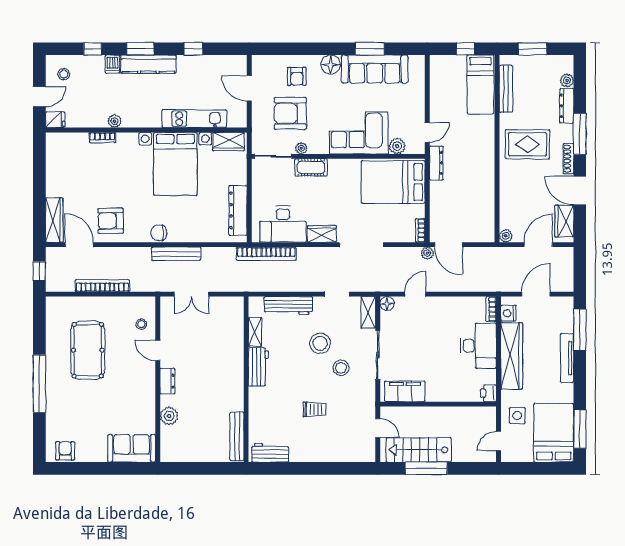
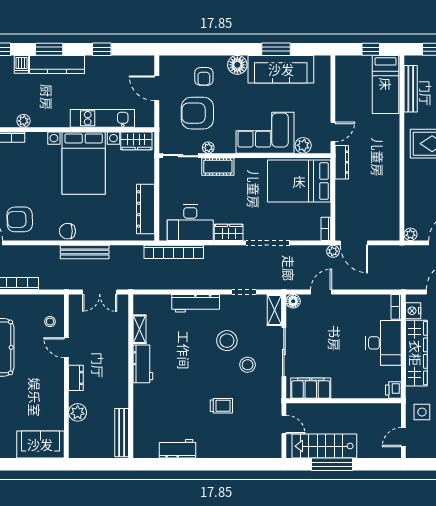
shelving: (255, 332) -> (139, 329), moved
workbench: (258, 367) -> (143, 364), moved
wall: (246, 379) -> (131, 376), moved
bench: (237, 436) -> (122, 433), moved

